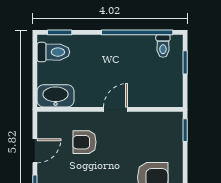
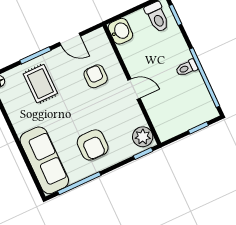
toilet: (163, 46) -> (187, 68), moved
washbasin: (56, 96) -> (120, 31), width x0.72
plant: (168, 123) -> (143, 137), added

